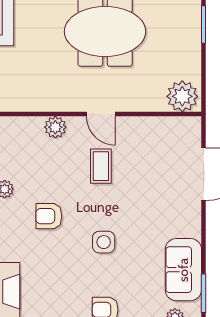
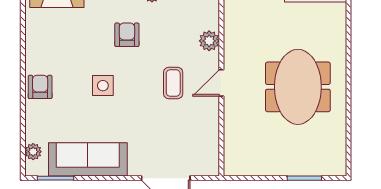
plant: (182, 96) -> (238, 158), removed
coffee table: (101, 166) -> (173, 83), turned 90
sofa: (183, 270) -> (88, 159), width x1.36

